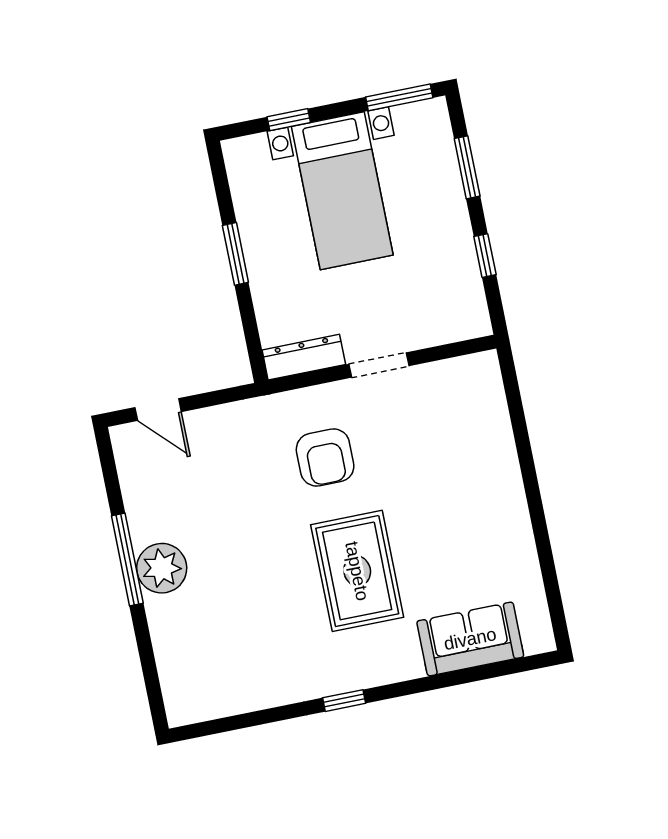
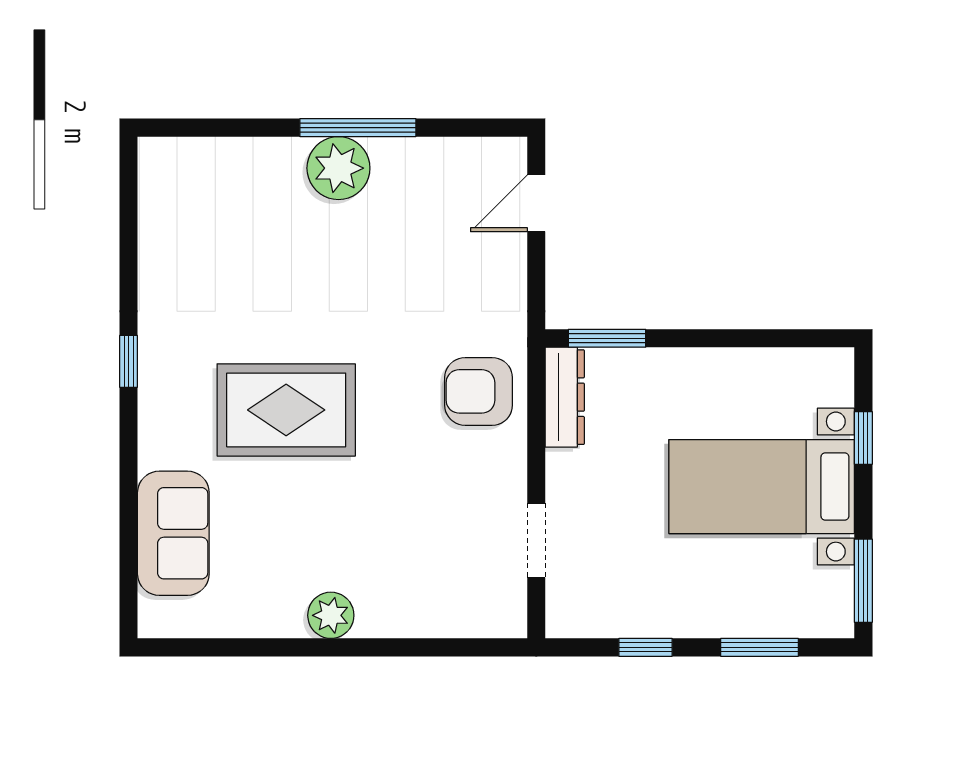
window: (235, 254) -> (607, 338), moved
doorway: (379, 365) -> (536, 540), moved
armchair: (325, 458) -> (479, 391), moved
plant: (509, 504) -> (331, 615), added

